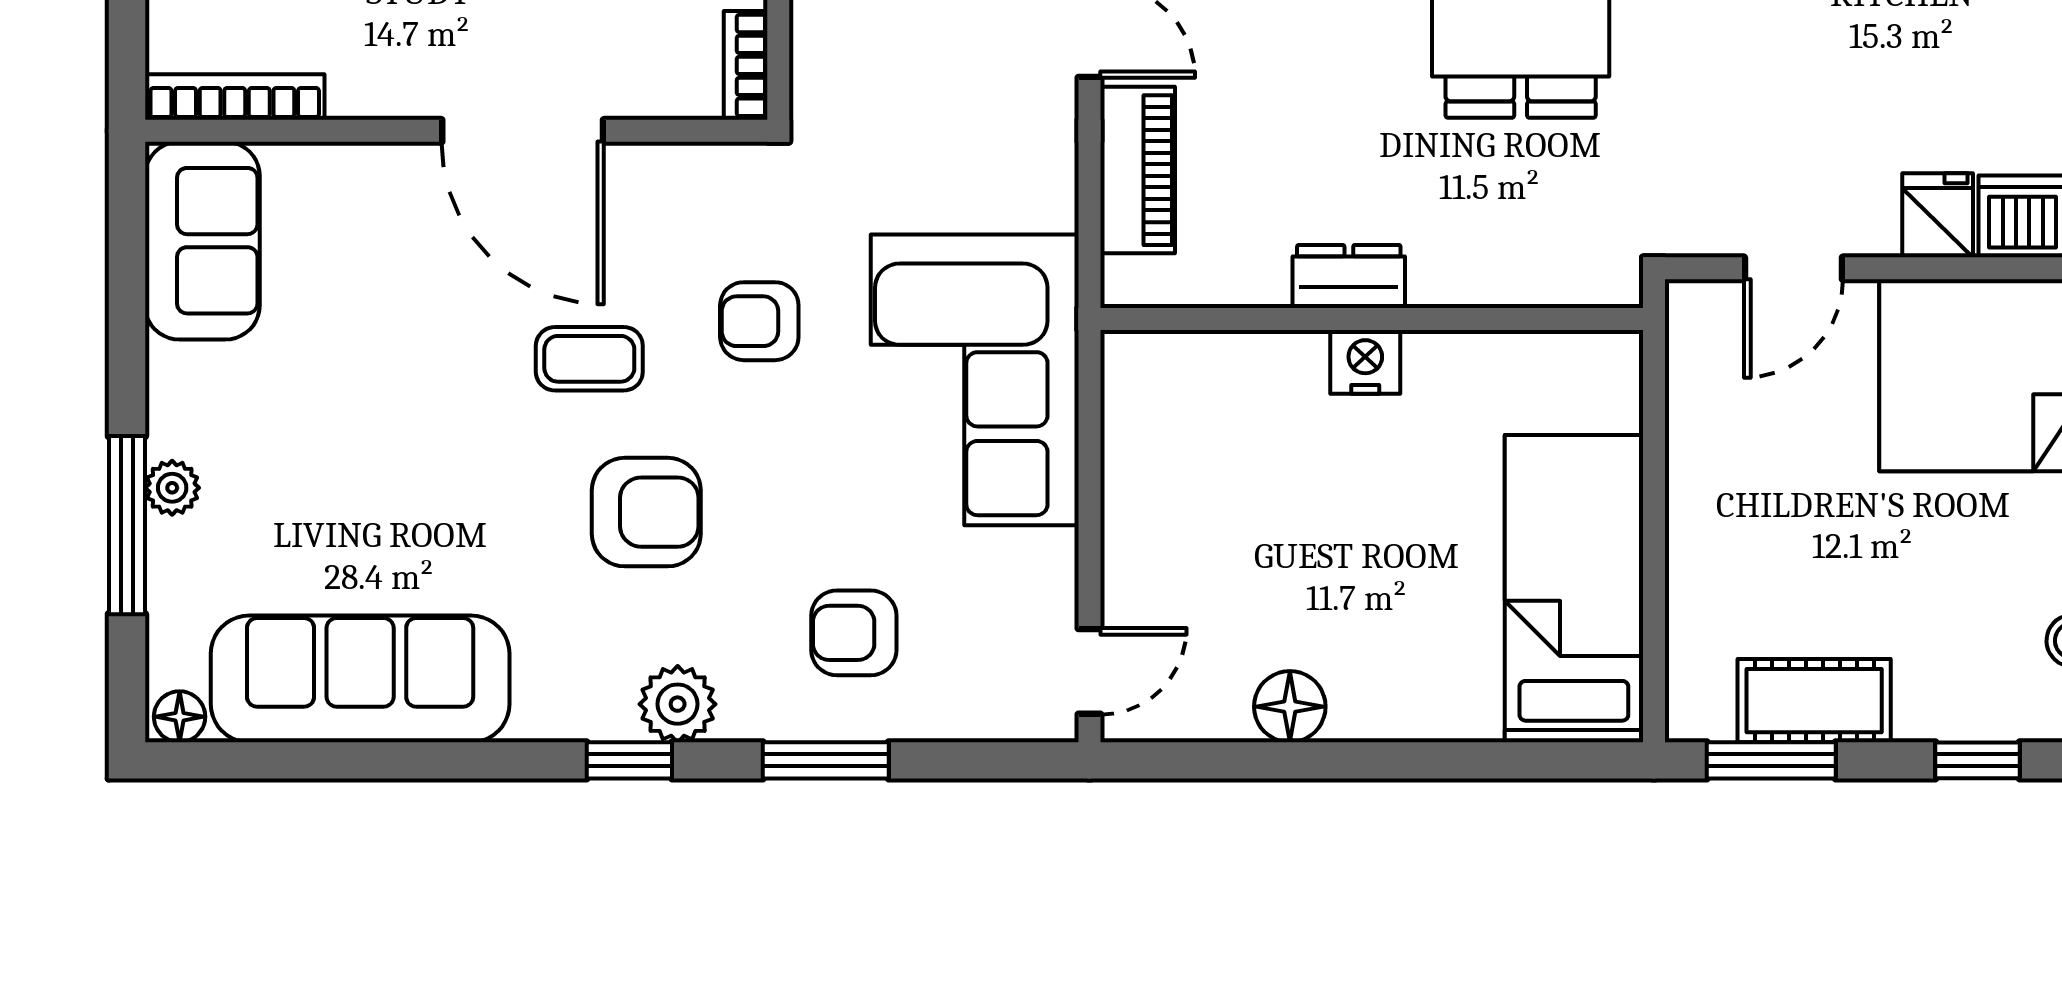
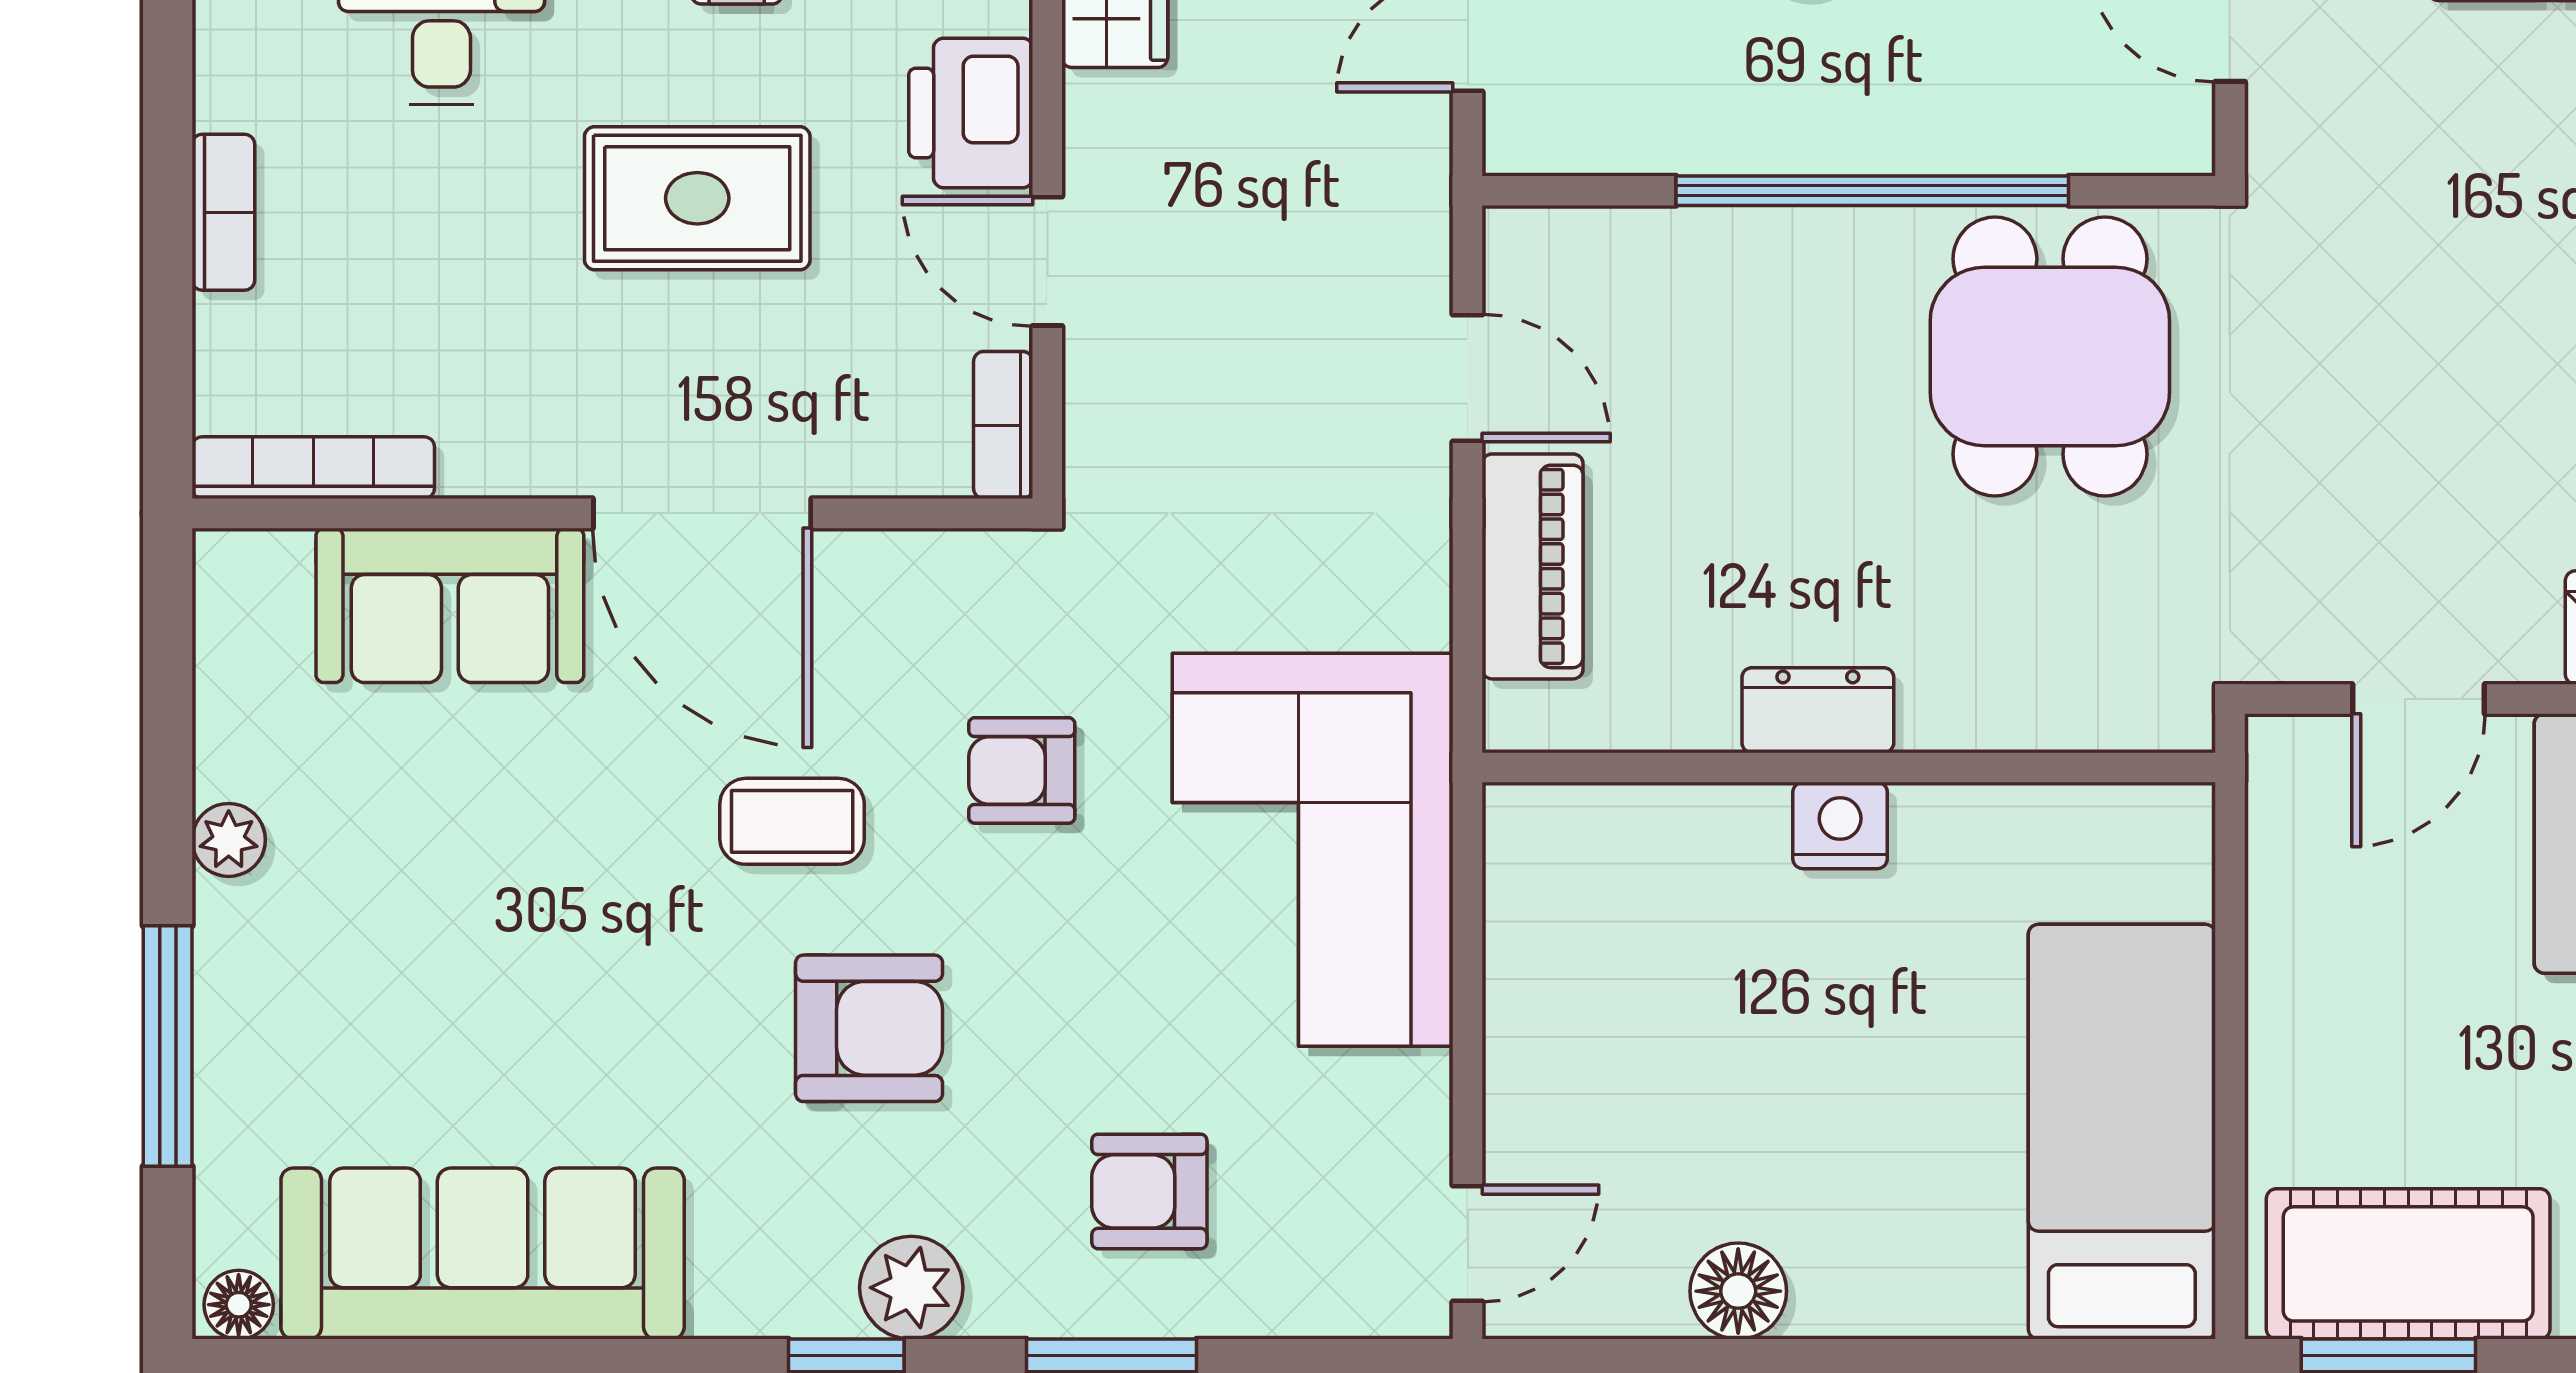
sofa: (202, 241) -> (450, 605), moved, turned 90
plant: (172, 488) -> (229, 840), moved
cot: (1814, 701) -> (2408, 1264), width x1.37, depth x1.34

